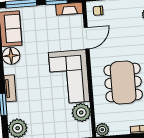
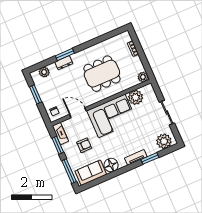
armchair: (46, 32) -> (84, 145), added

